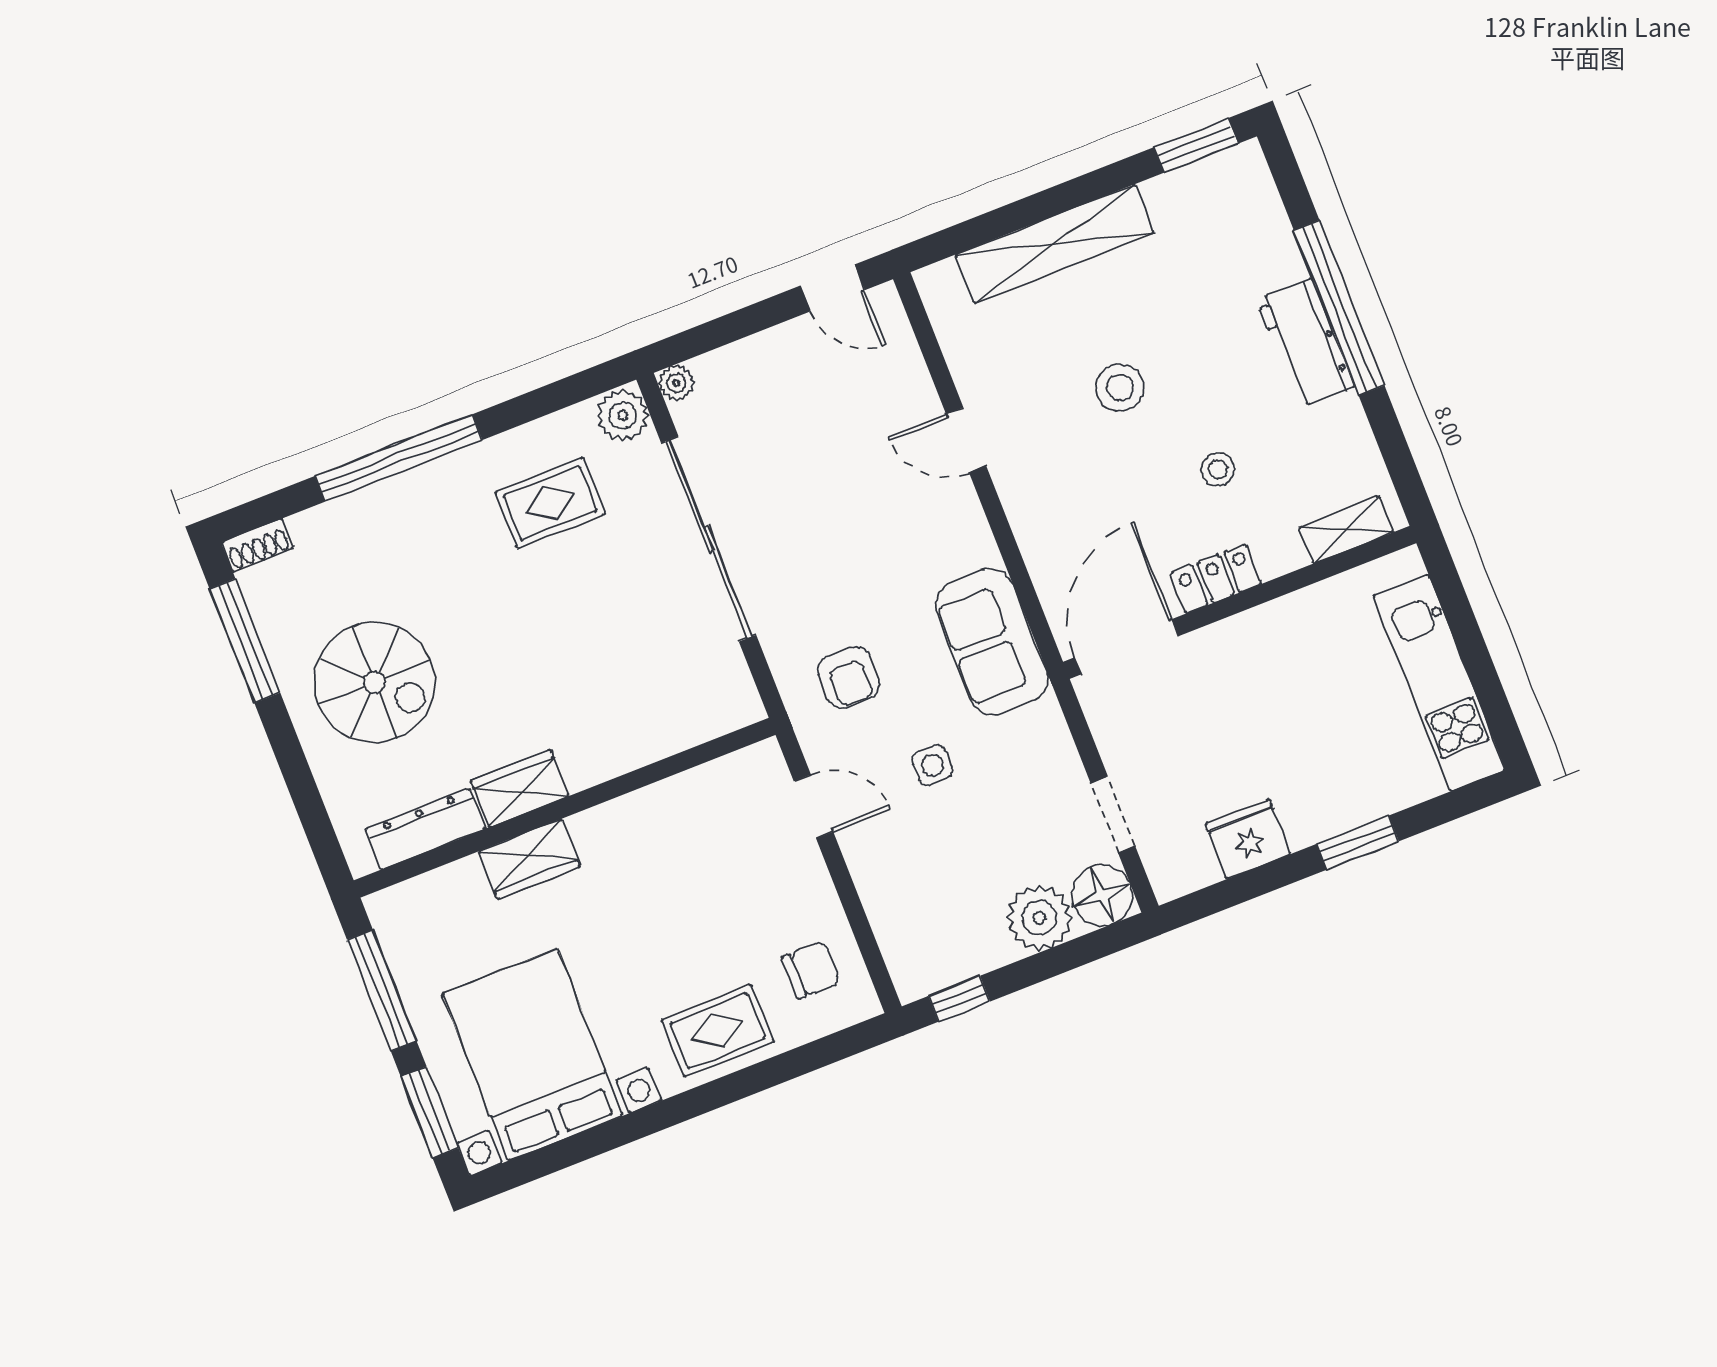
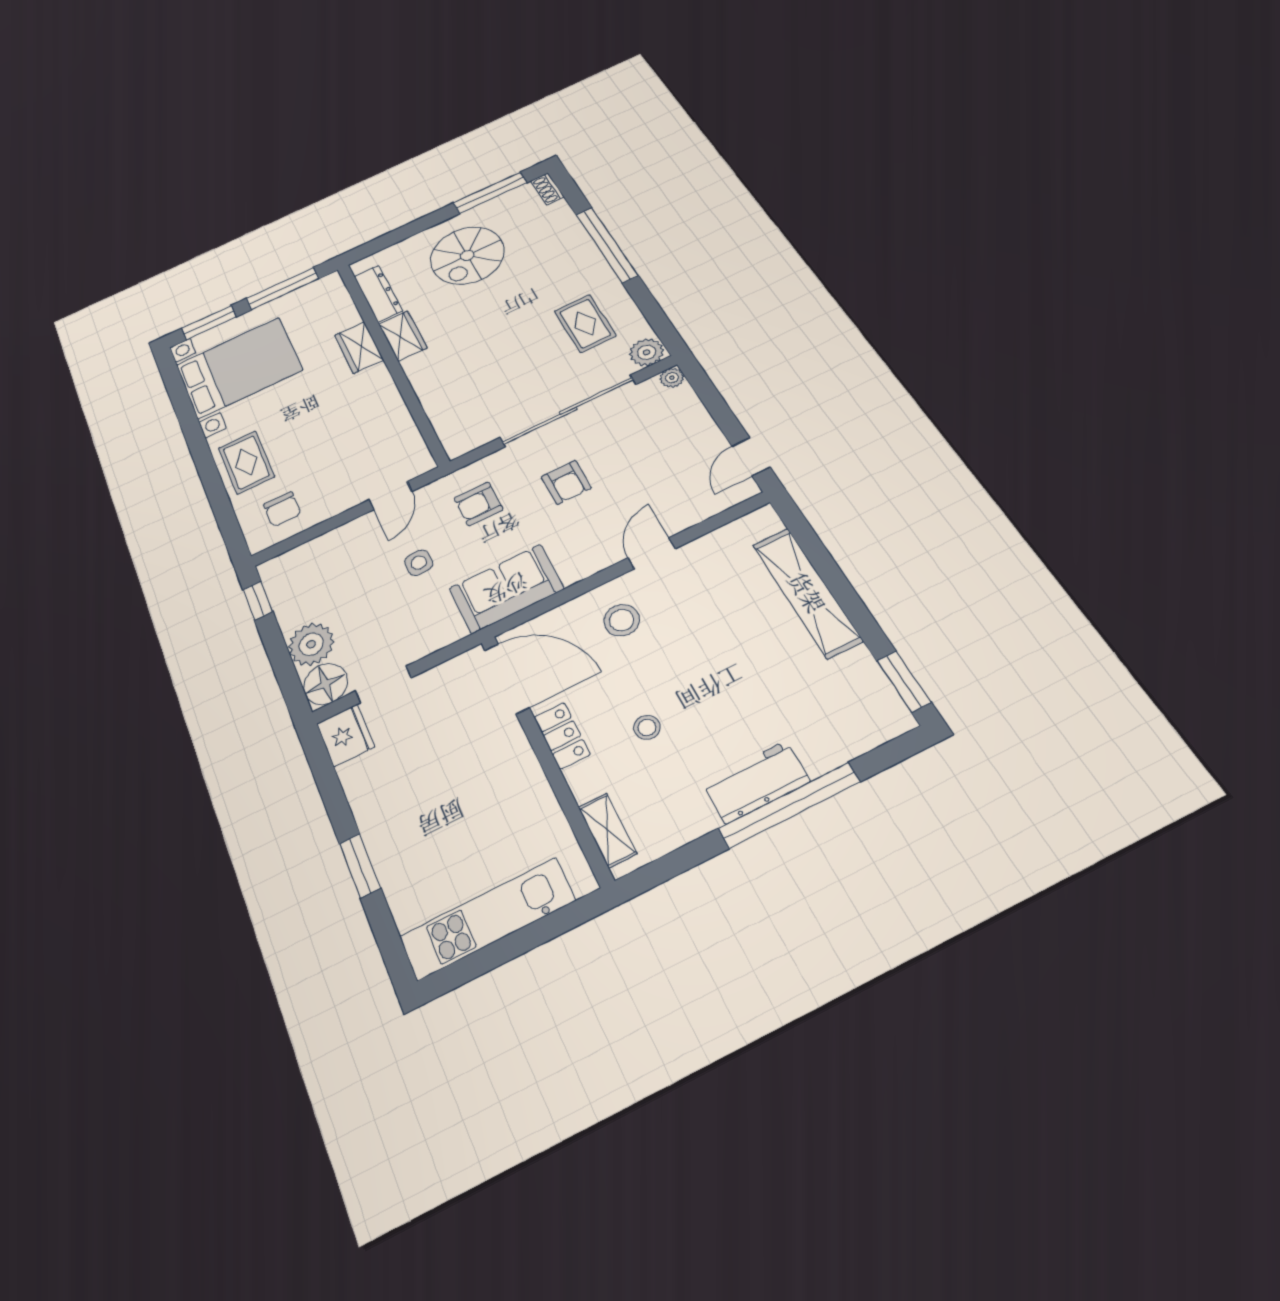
stool: (1120, 388) -> (622, 620), moved
armchair: (833, 549) -> (566, 482), added
fridge: (1248, 839) -> (345, 735), moved

